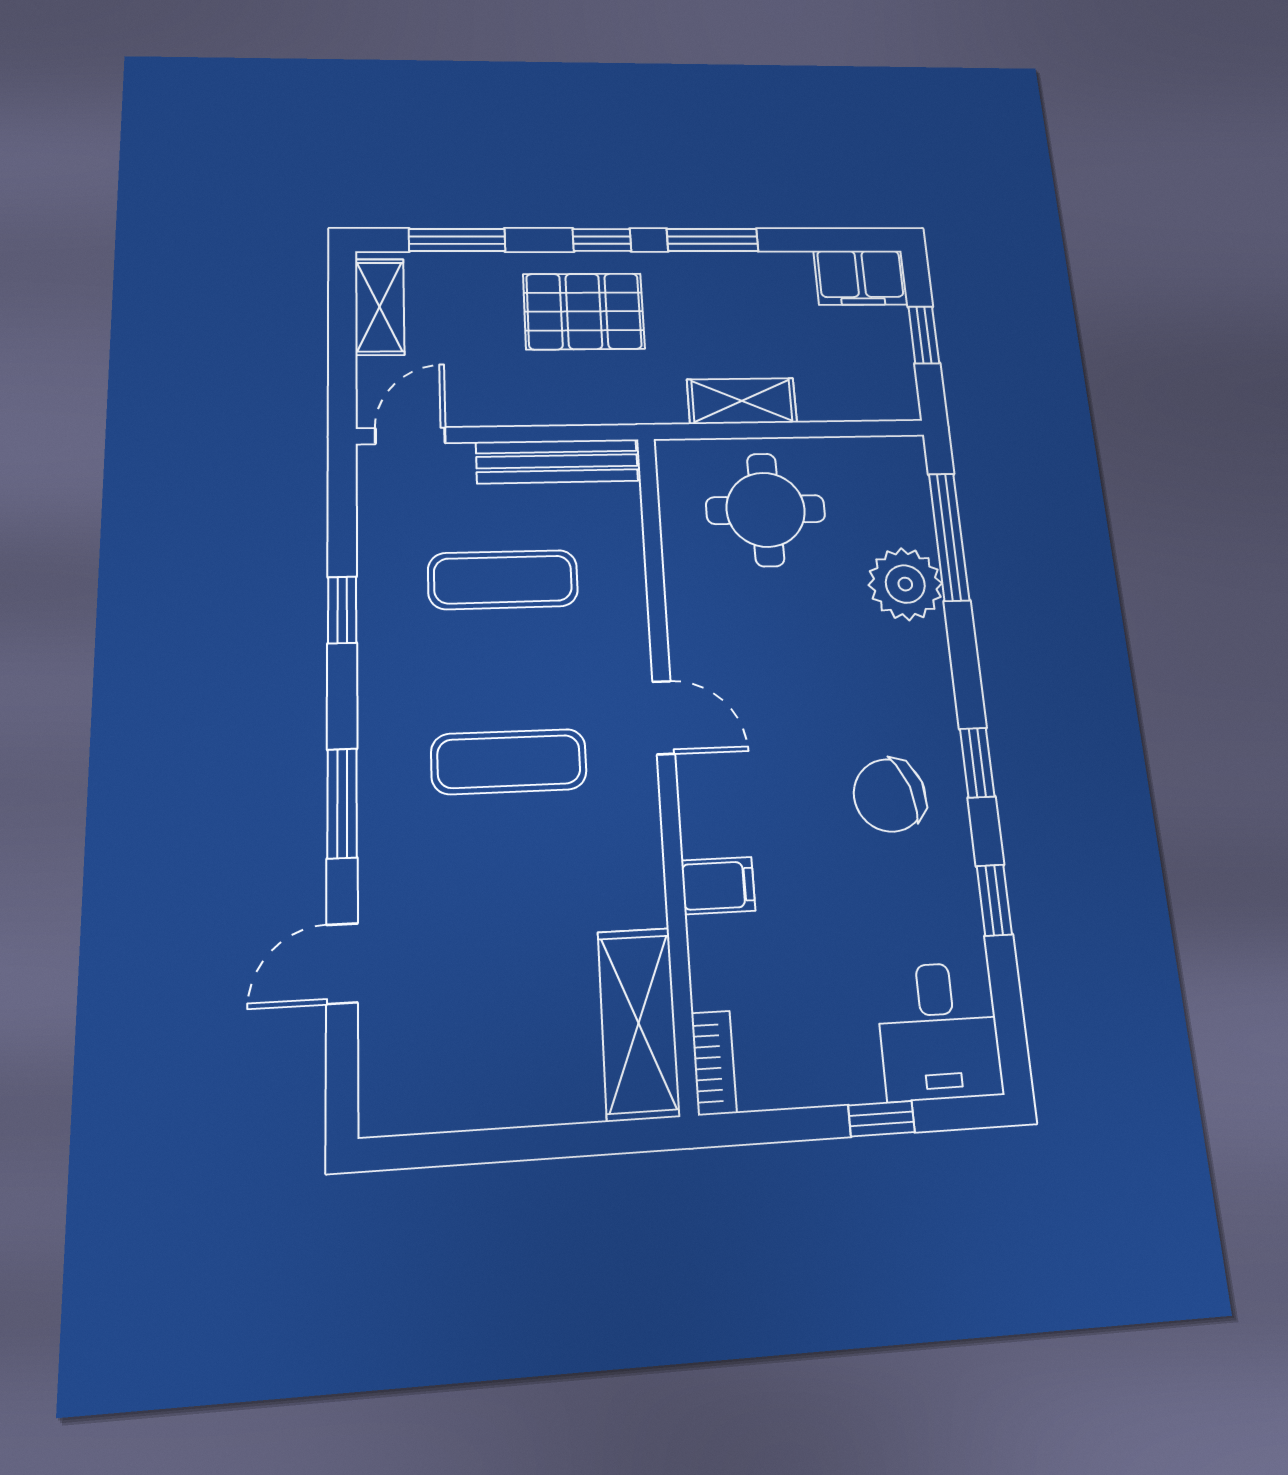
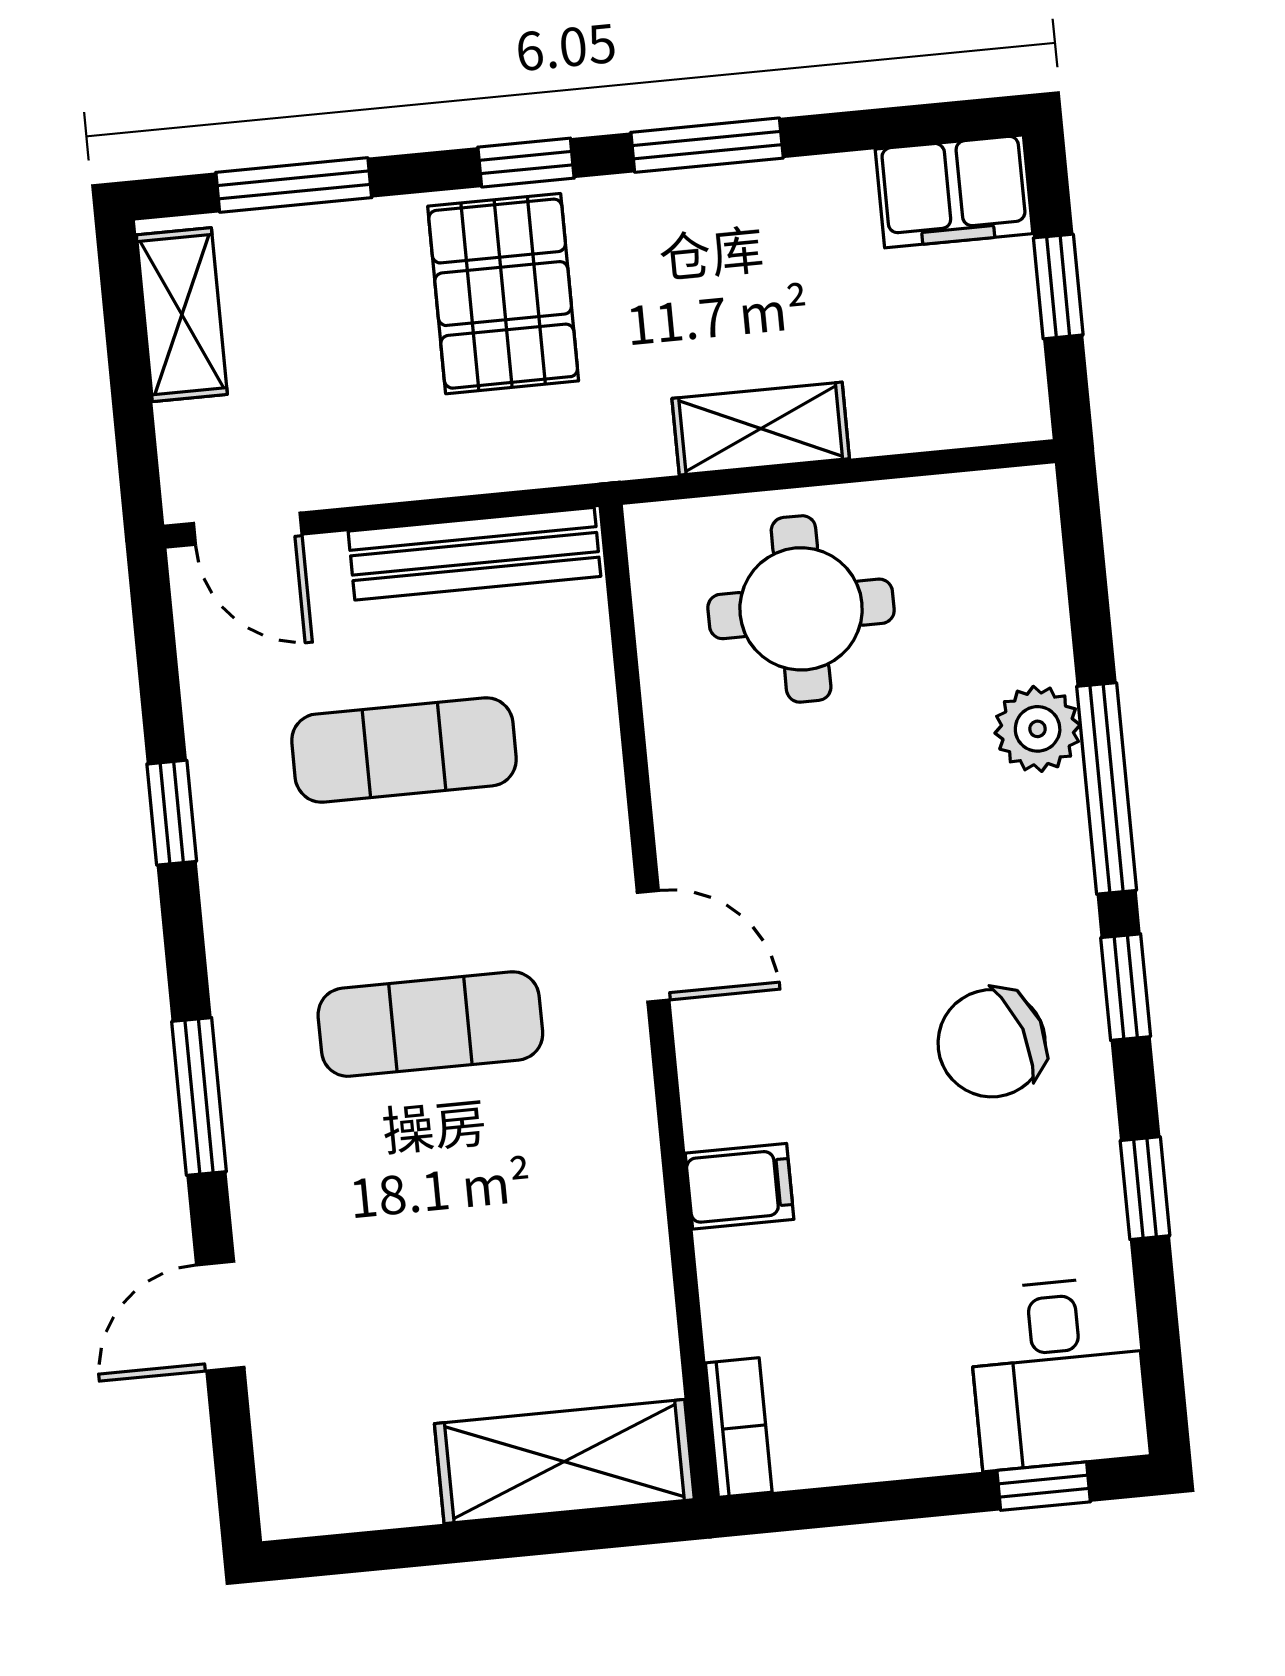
pallet: (584, 311) -> (503, 294), turned 90
door: (410, 436) -> (248, 529), swing flipped
window: (949, 537) -> (1107, 788), moved
plant: (905, 584) -> (1038, 729), width x0.73, depth x0.73
shelving: (638, 1023) -> (564, 1462), moved, turned 90
window: (881, 1119) -> (1044, 1486), moved

